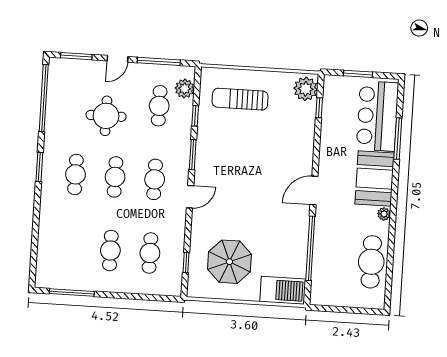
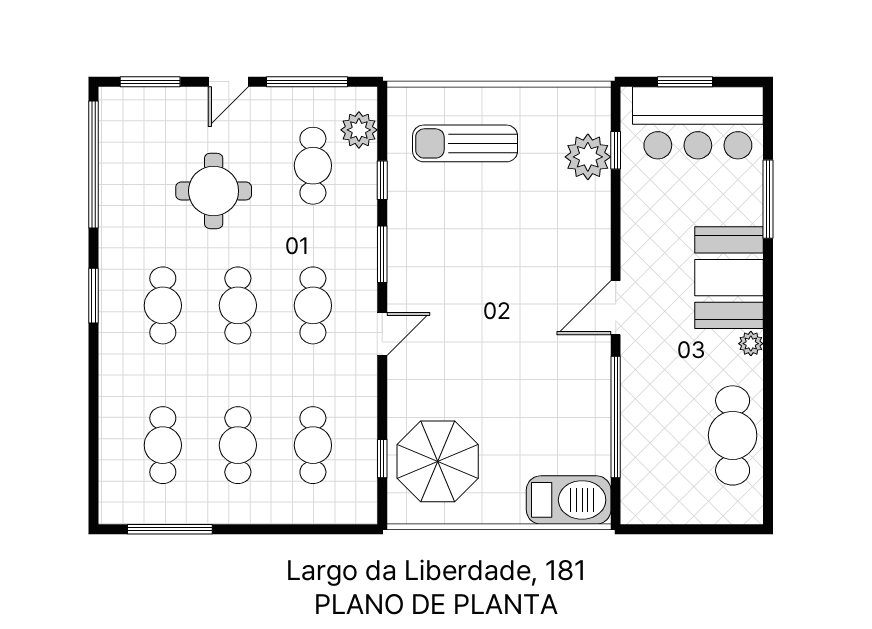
plant: (306, 89) -> (588, 157), moved
bar counter: (377, 116) -> (698, 123), moved, turned -90
cafe table: (71, 248) -> (163, 445), added
parasol: (229, 262) -> (438, 461), moved

